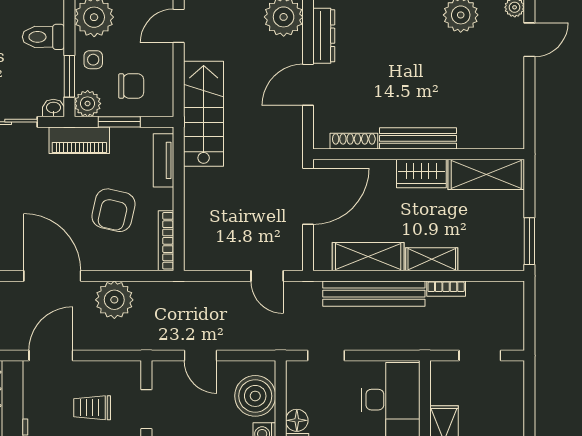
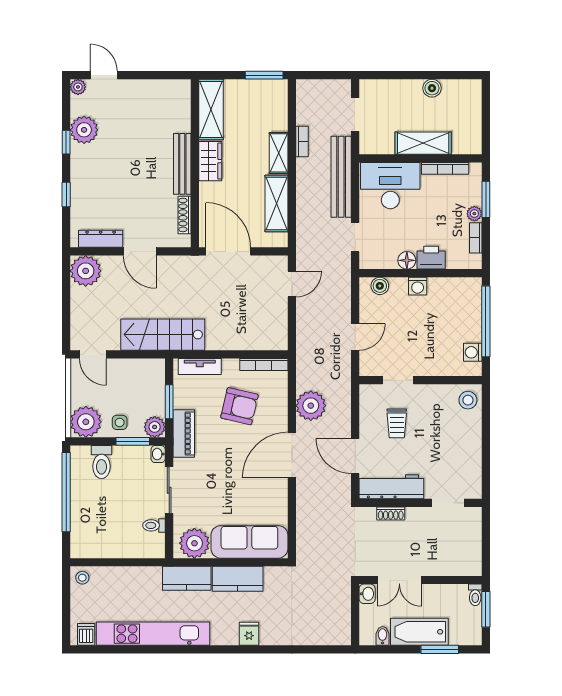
chair: (131, 86) -> (141, 392), removed
bench: (374, 294) -> (341, 177), moved
boiler: (255, 396) -> (380, 286), width x0.54, depth x0.54

